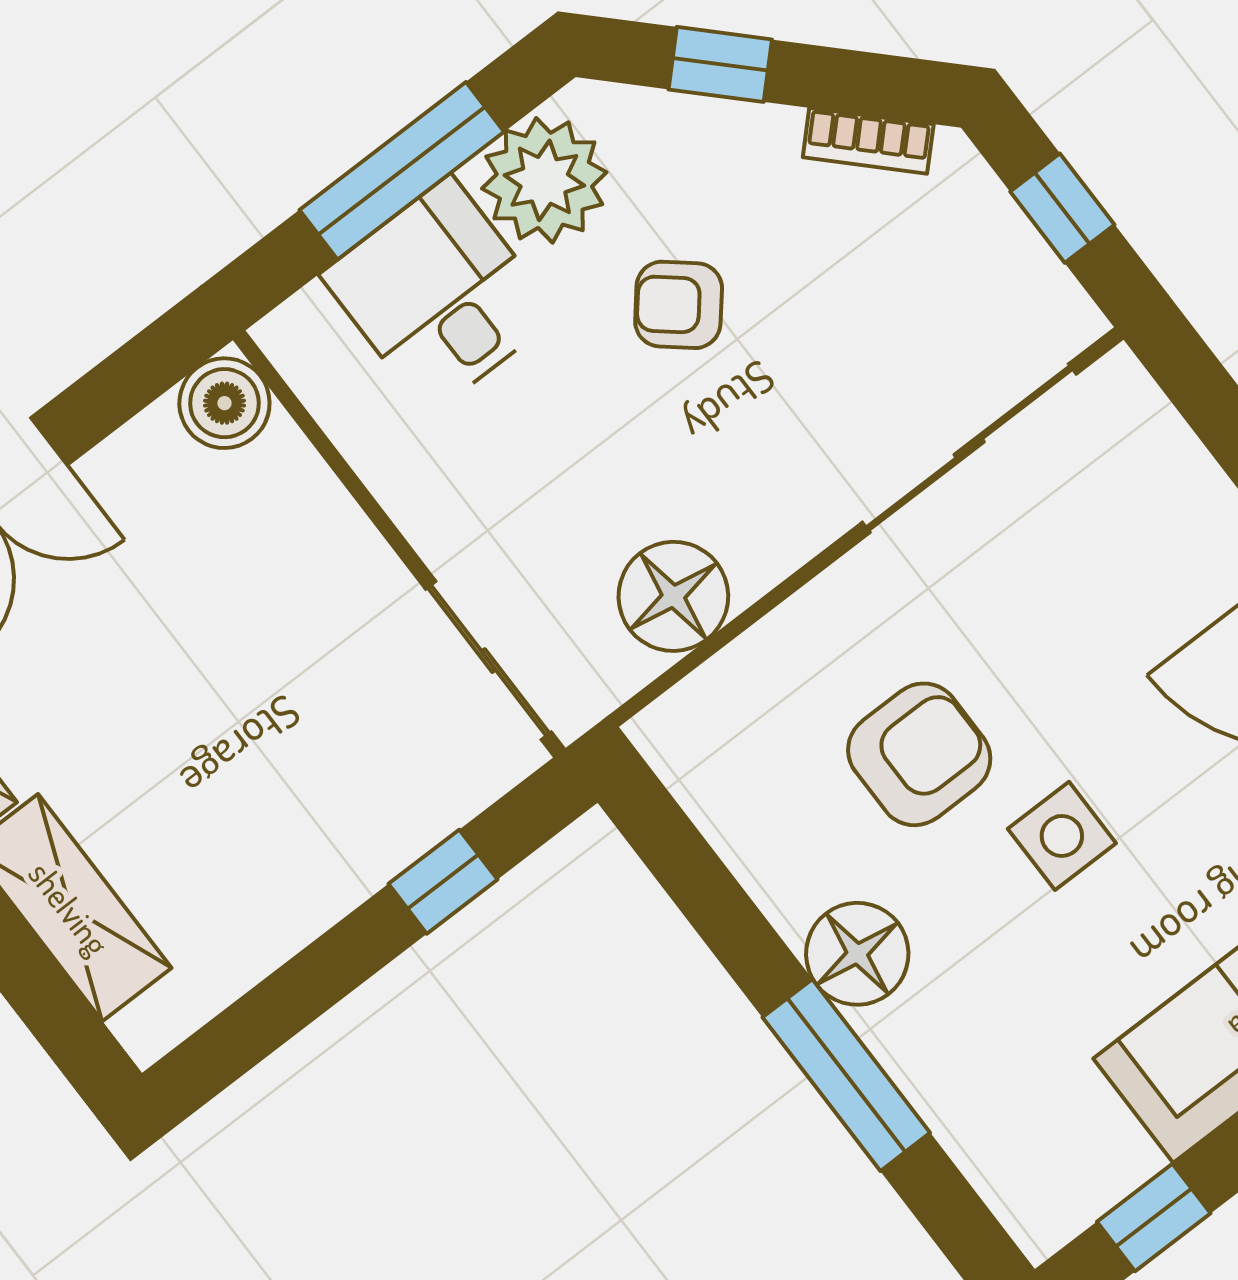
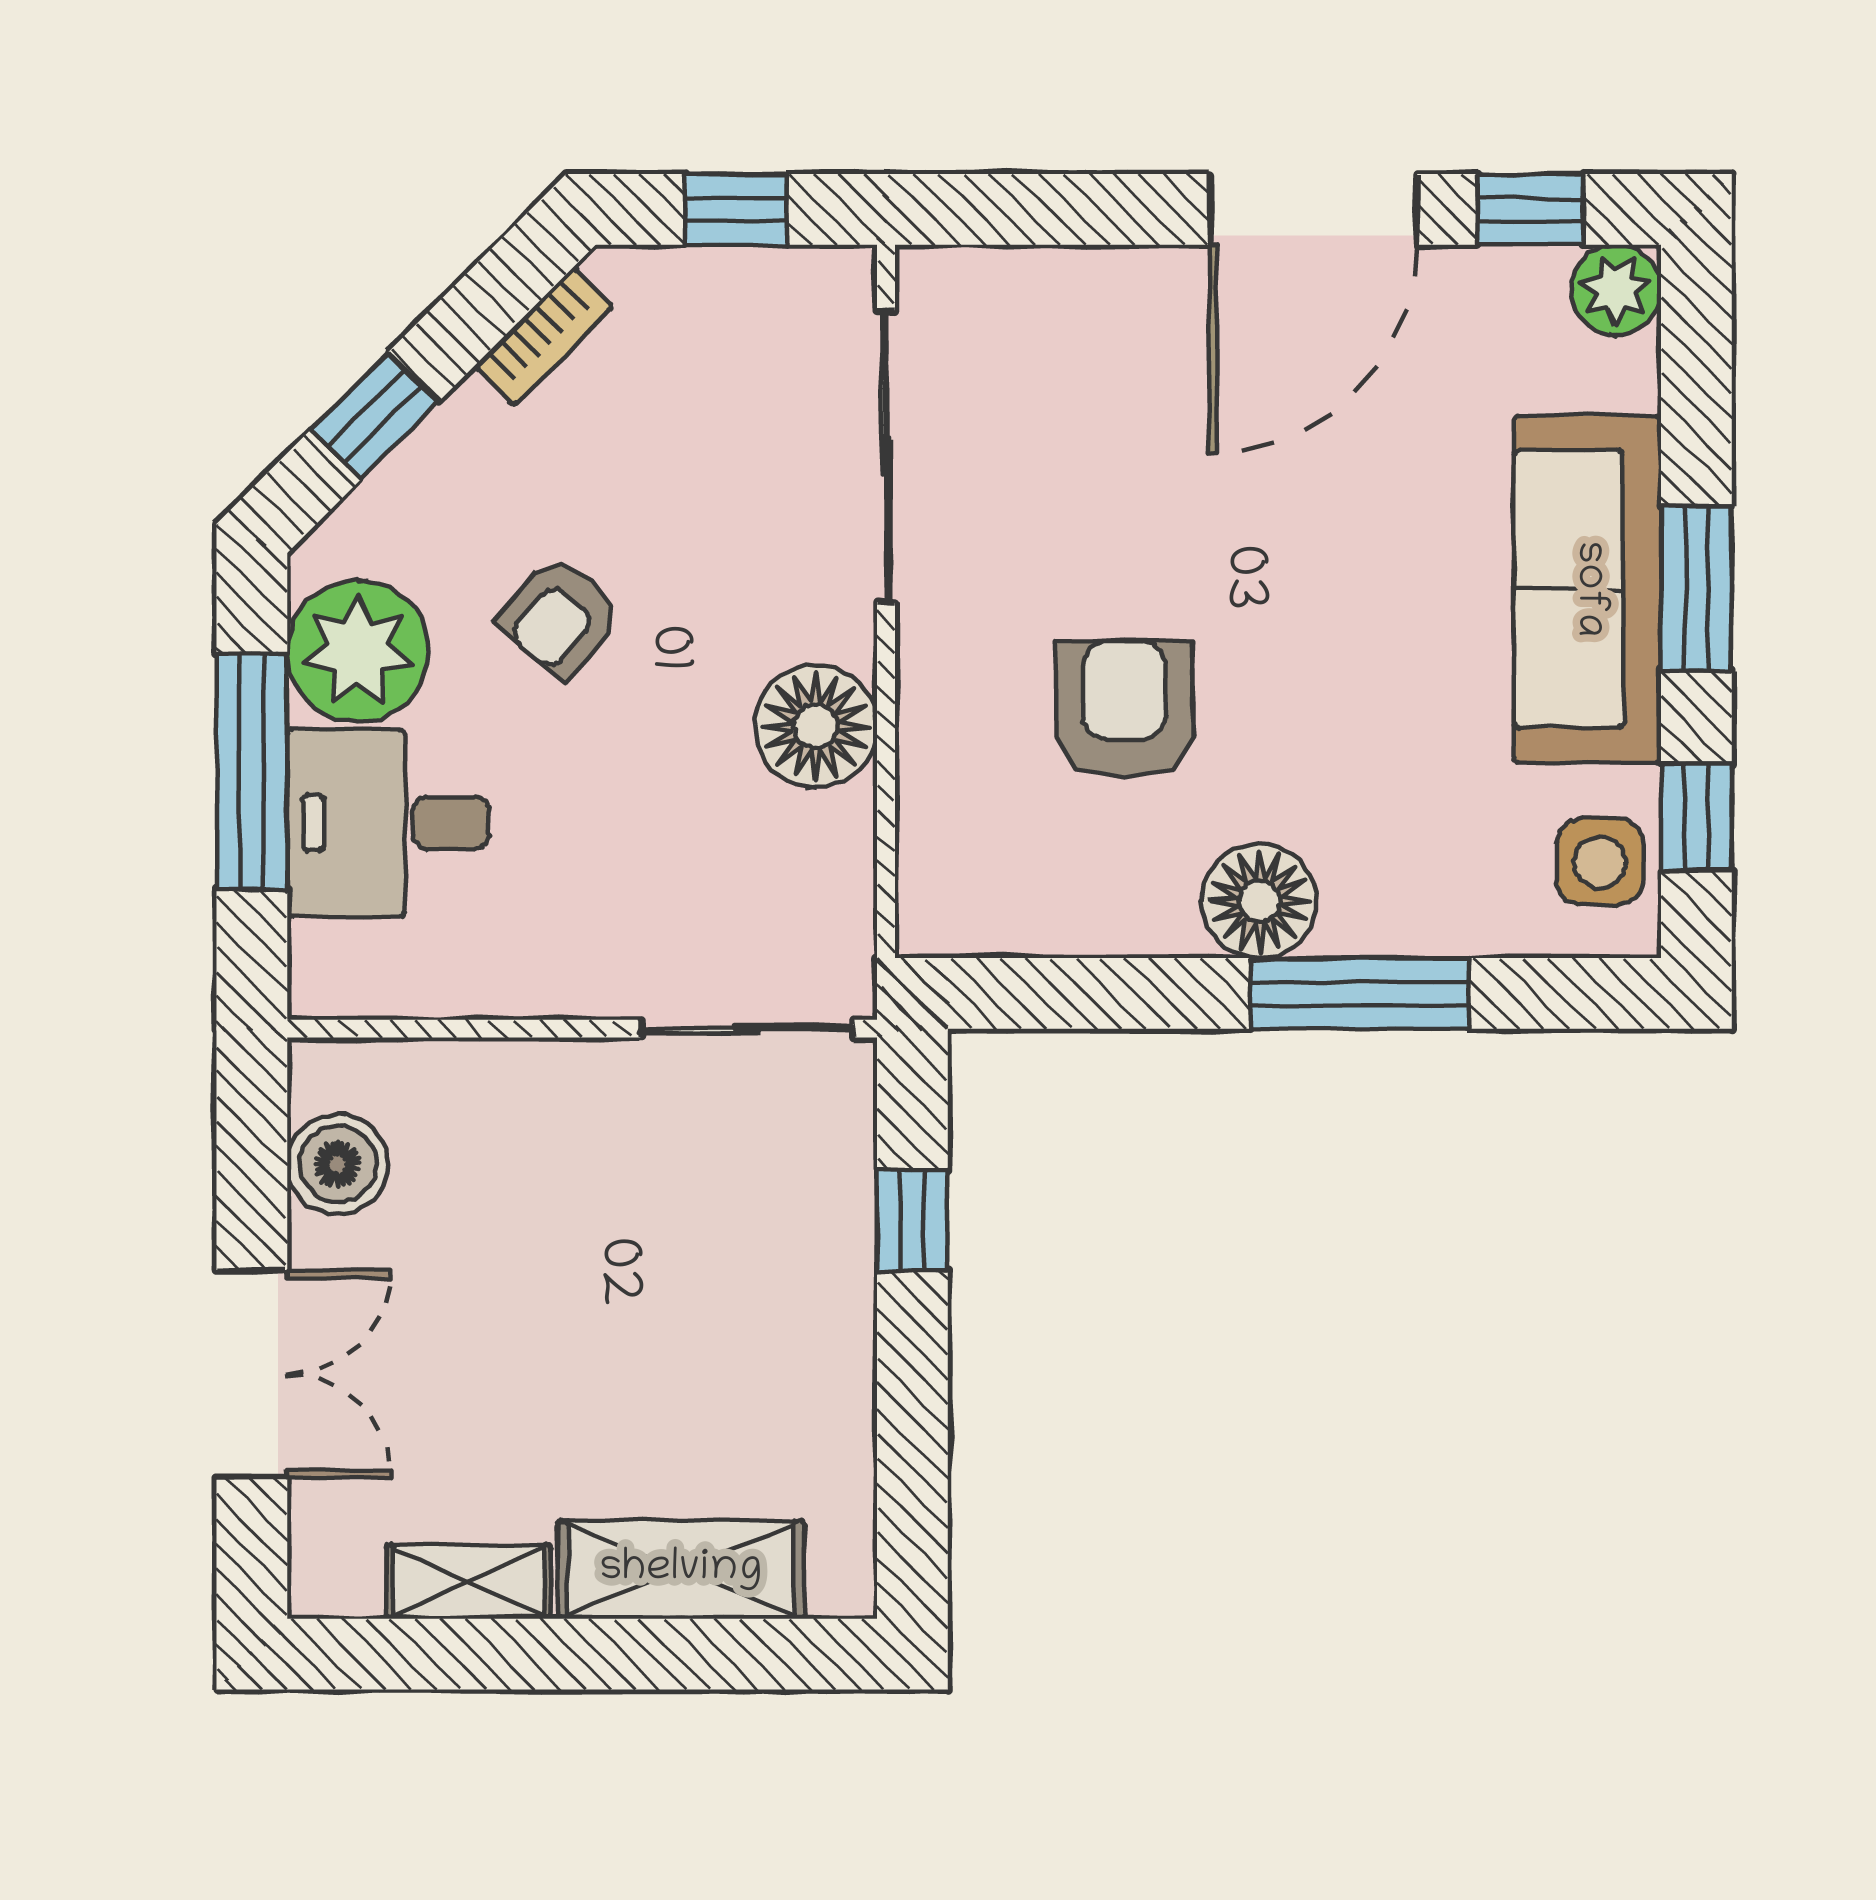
boiler: (224, 403) -> (338, 1164), moved
floor lamp: (673, 596) -> (816, 726), moved
side table: (1062, 836) -> (1600, 862), moved

